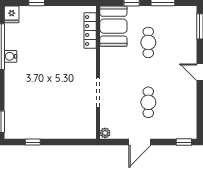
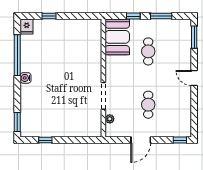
locker: (90, 31) -> (96, 41), removed
water cooler: (10, 56) -> (26, 78), moved
plant: (105, 133) -> (110, 119), moved

